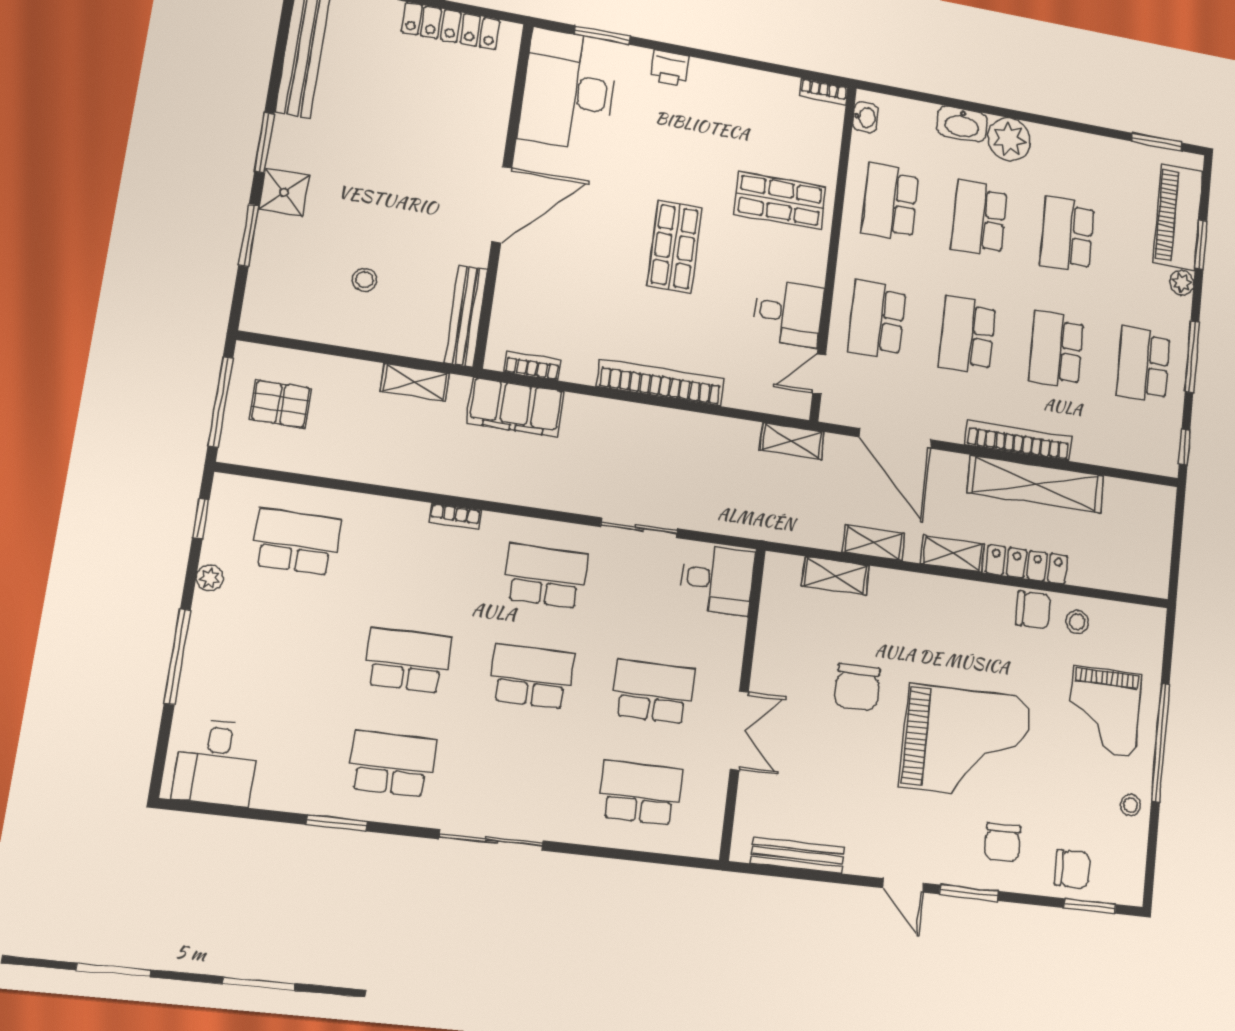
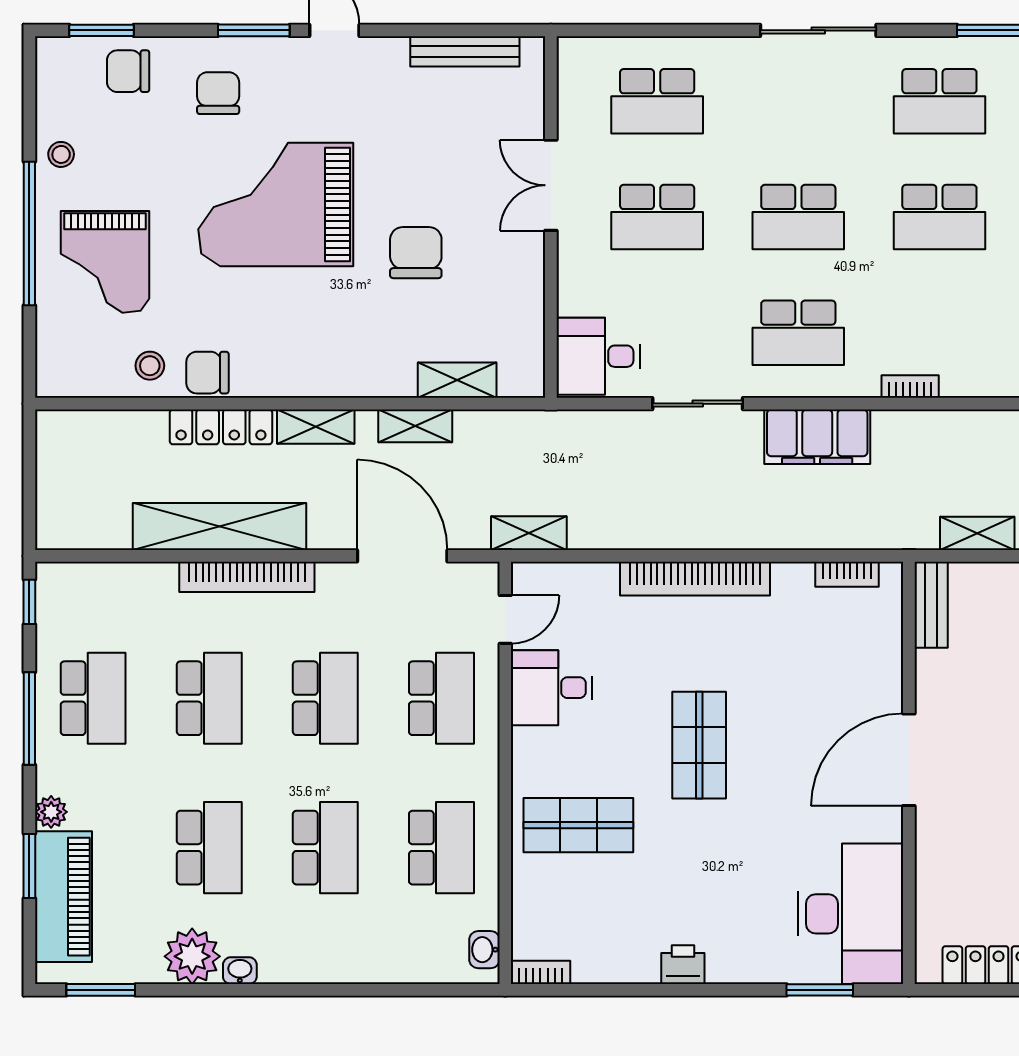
printer: (670, 68) -> (683, 965), moved
washbasin: (962, 124) -> (240, 971), moved, width x0.52, depth x0.69
plant: (1009, 139) -> (192, 956), moved
bench: (466, 316) -> (931, 605), width x0.73
filing cabinet: (515, 407) -> (817, 437), moved, turned 180
grand piano: (1104, 712) -> (105, 262), turned 180

